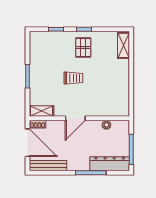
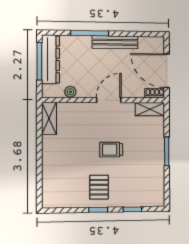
shelving: (124, 45) -> (49, 118), moved
dresser: (110, 164) -> (51, 59), moved, turned -90
bench: (48, 166) -> (115, 42), moved

